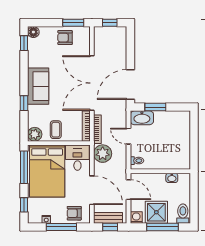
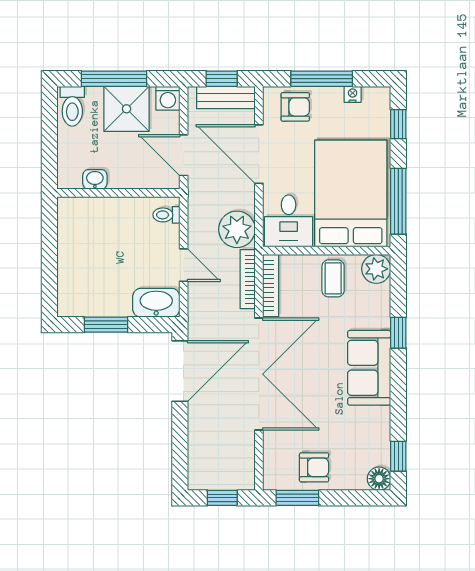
window: (155, 107) -> (106, 325), moved

